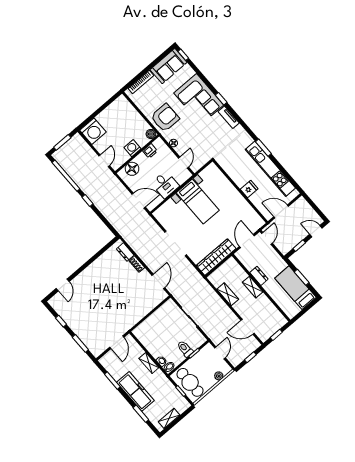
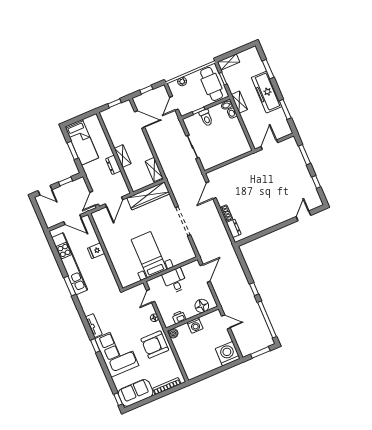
door: (104, 161) -> (226, 322), swing flipped
door: (139, 201) -> (205, 273), swing flipped
shelving: (228, 294) -> (154, 170), moved
shelving: (149, 363) -> (239, 102), moved
shelving: (169, 418) -> (229, 62), moved

